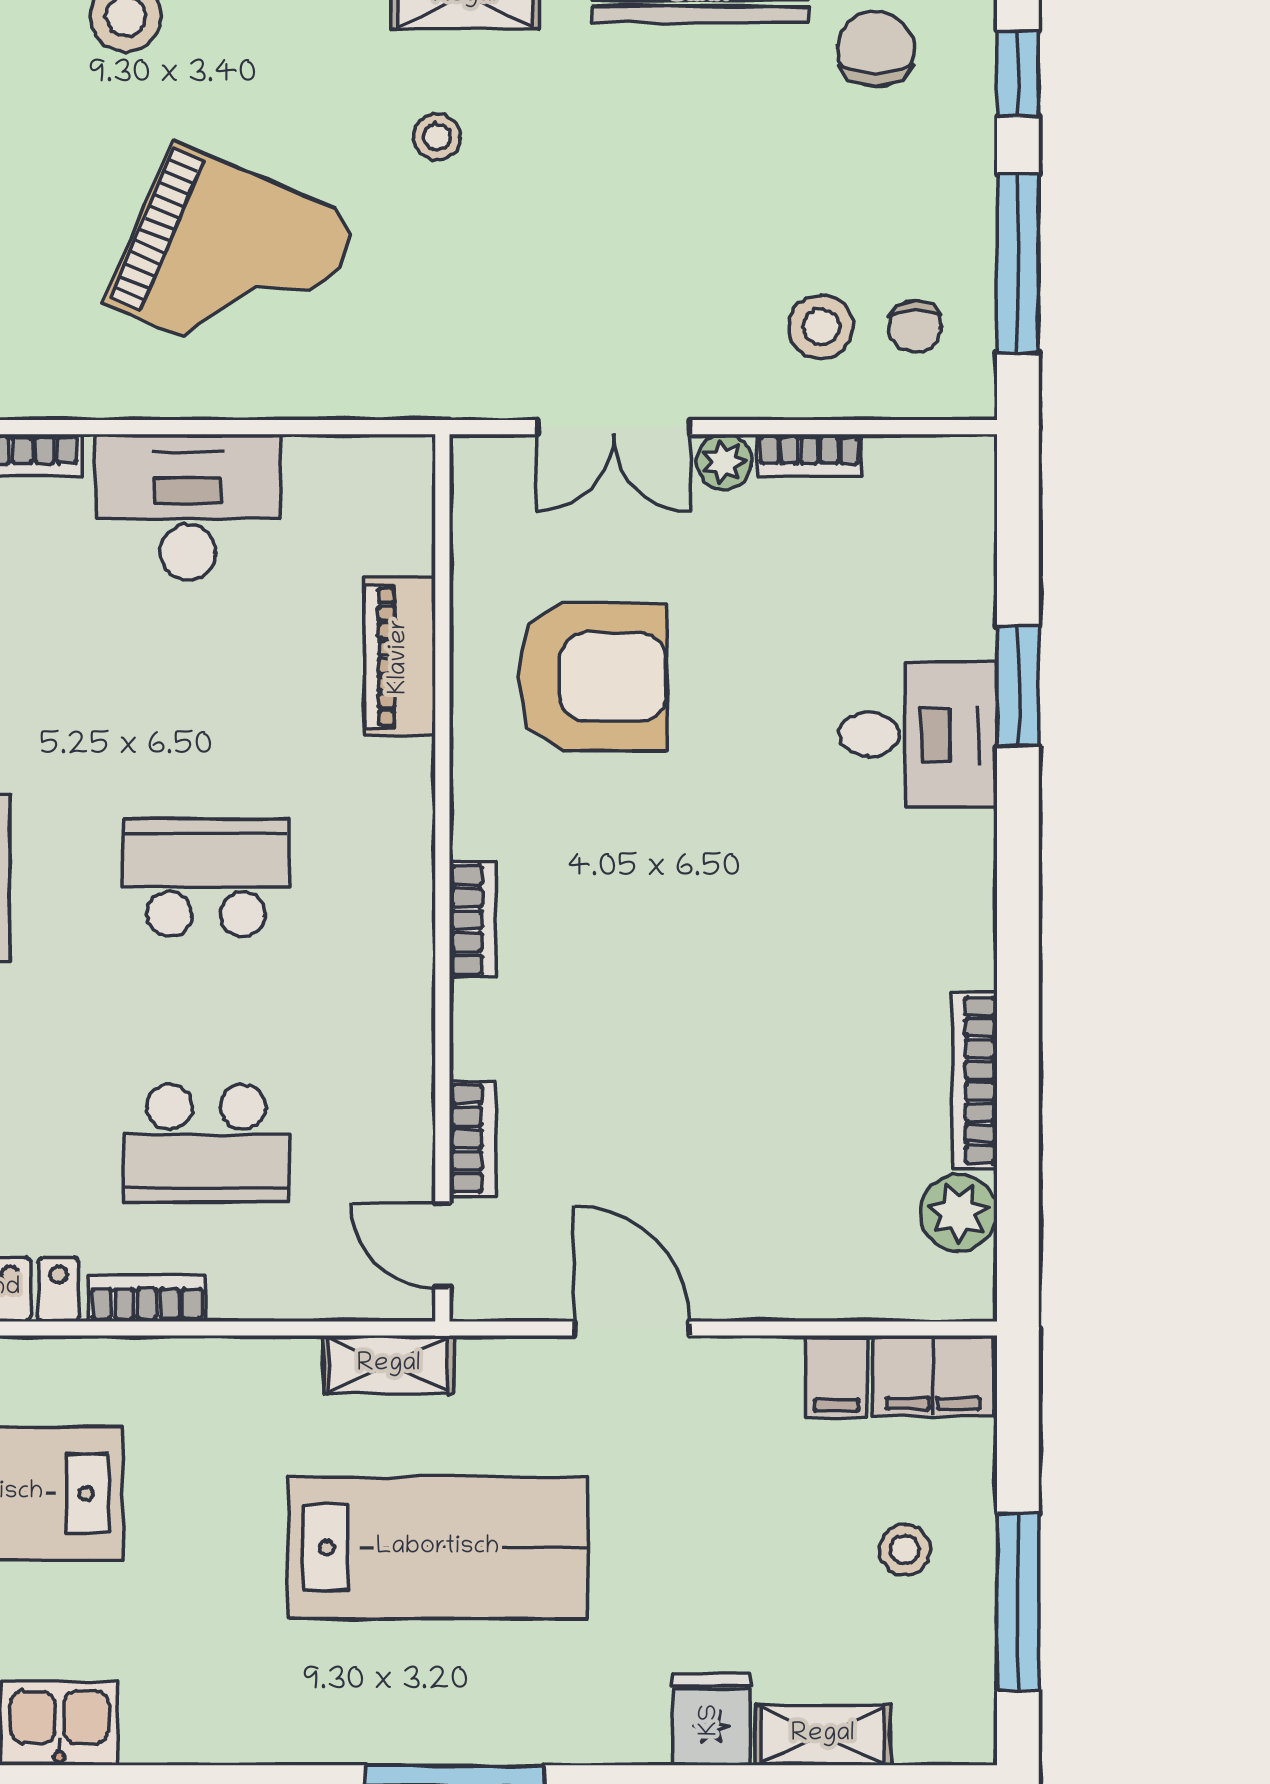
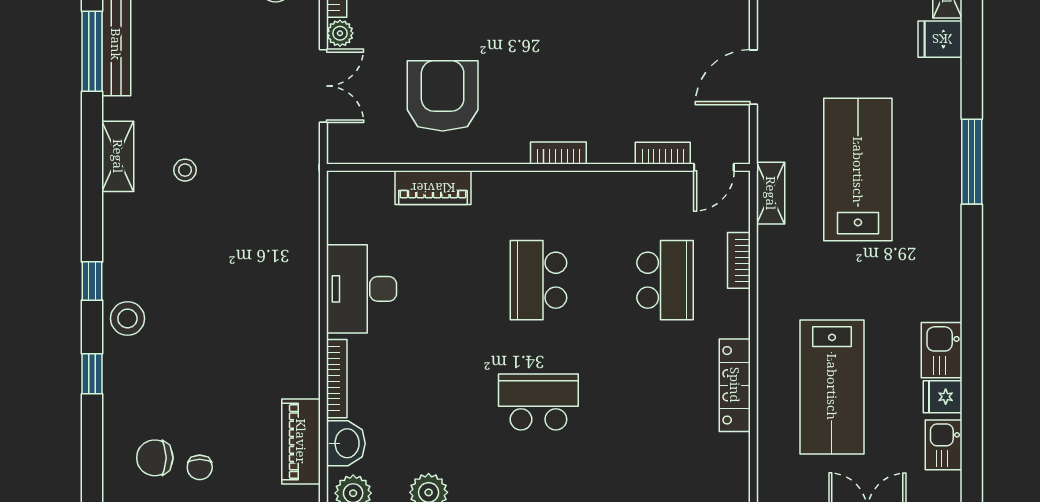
grand piano: (232, 261) -> (244, 268), removed
bookcase: (147, 1298) -> (739, 260), moved

